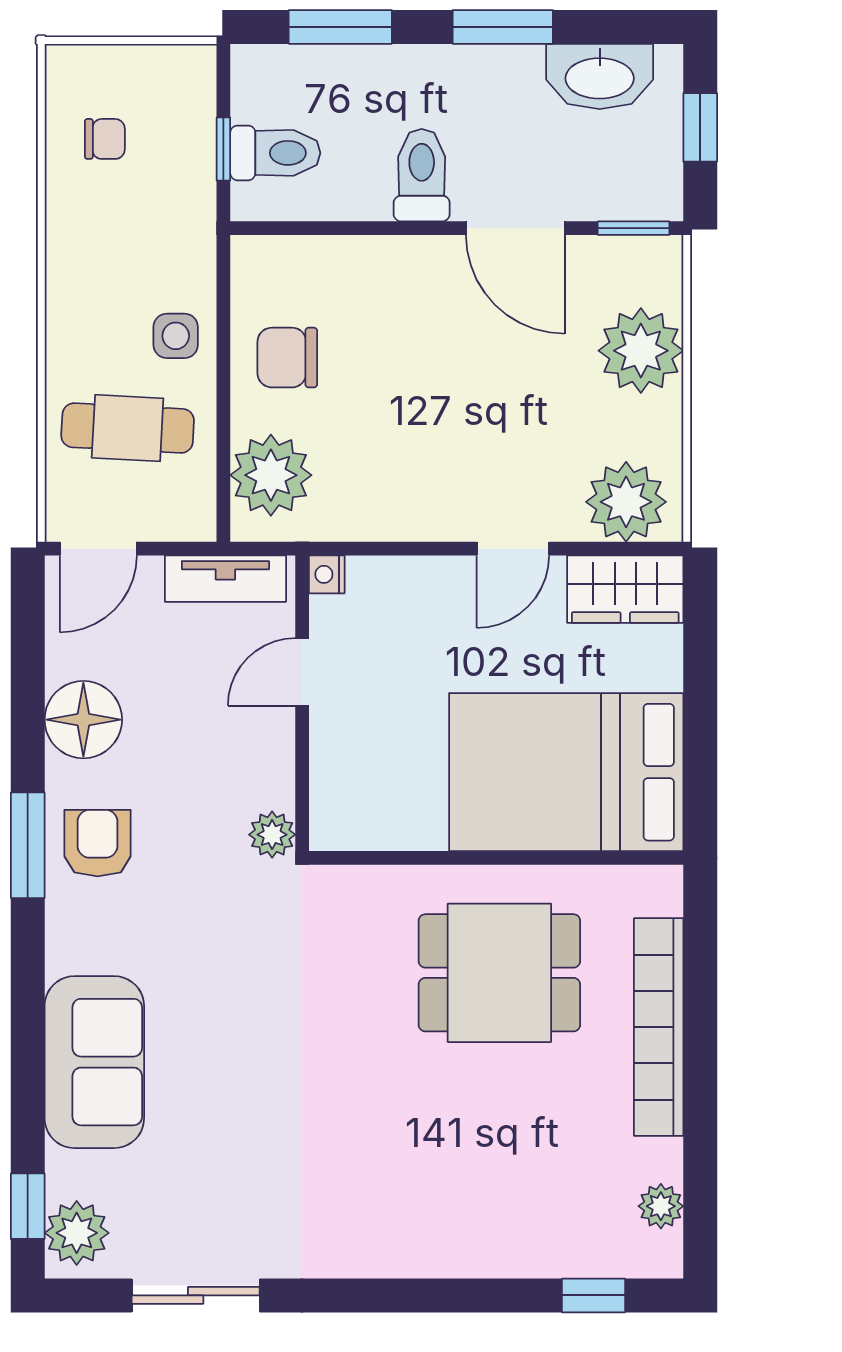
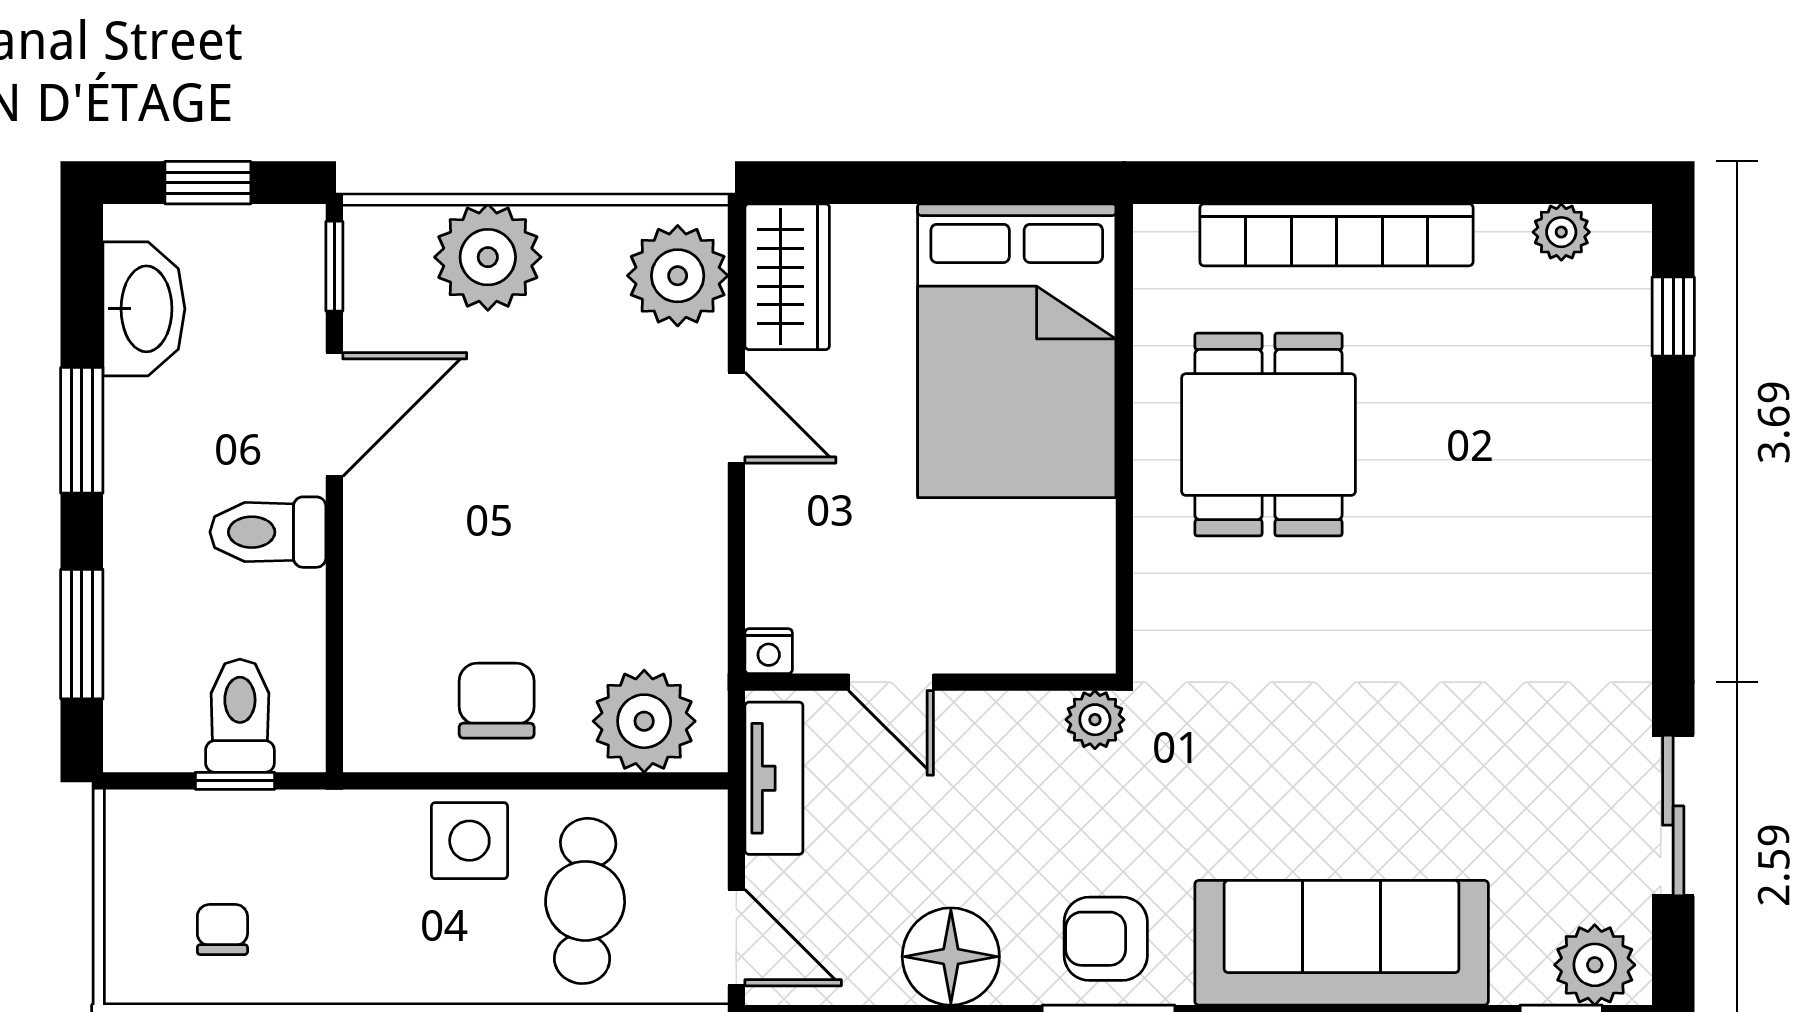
side table: (176, 336) -> (469, 841), width x1.37, depth x1.37
chair: (287, 358) -> (497, 701), turned 180
sofa: (94, 1062) -> (1342, 943), width x1.36

